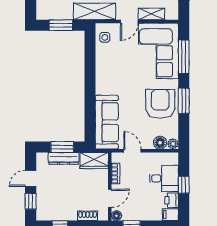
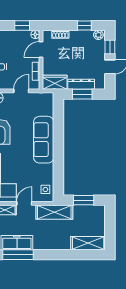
sofa: (107, 122) -> (44, 140), moved
door: (132, 151) -> (21, 91), swing flipped
plant: (44, 215) -> (98, 35), added

